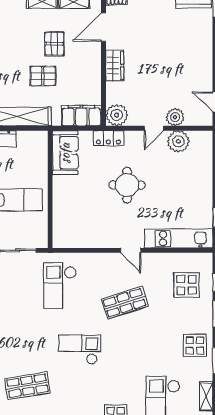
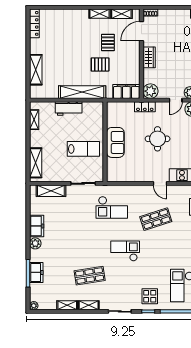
sofa: (65, 153) -> (115, 142), moved
checkout: (60, 286) -> (112, 207), turned -90

